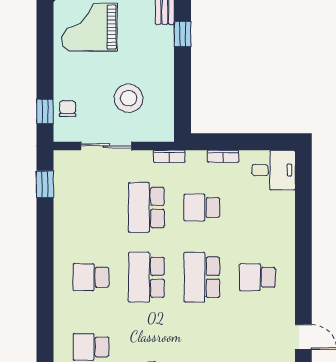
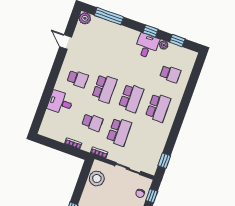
stool: (129, 98) -> (97, 179), moved
desk: (273, 170) -> (60, 102), moved
school desk: (91, 277) -> (158, 108), width x1.85

